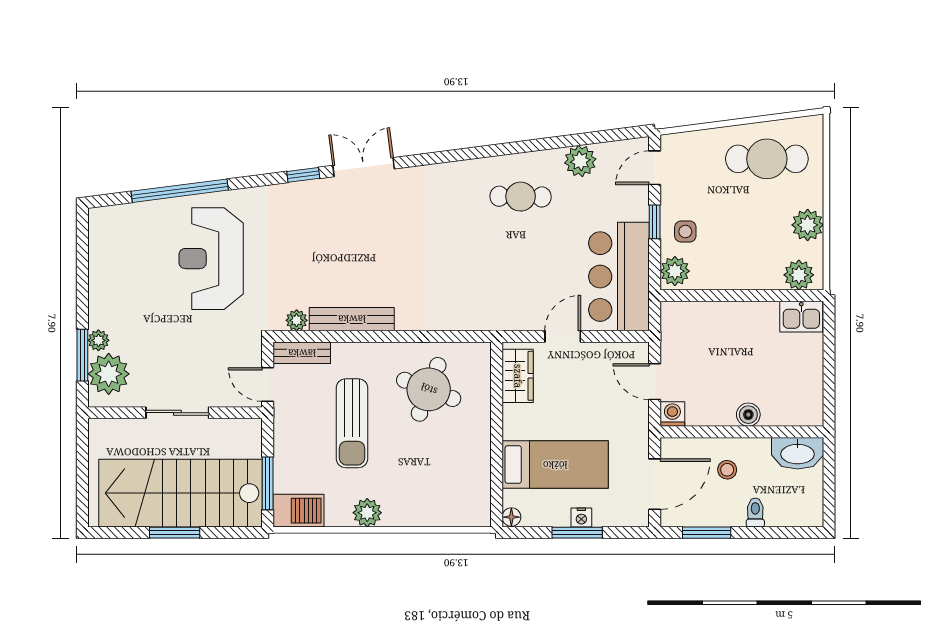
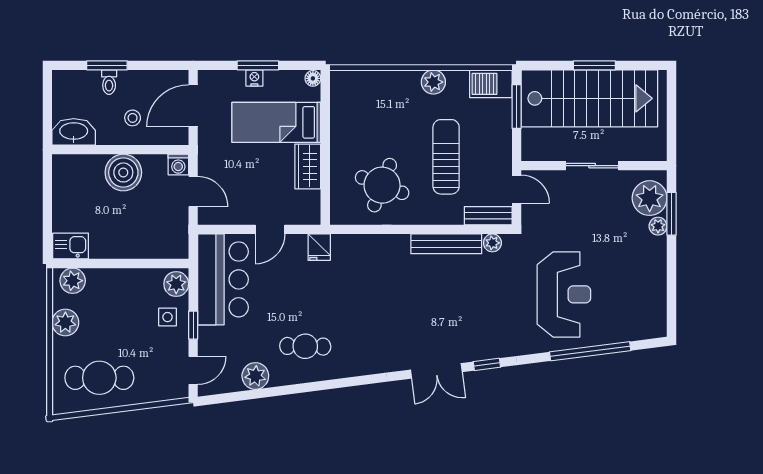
fridge: (504, 315) -> (319, 247), added
wardrobe: (518, 376) -> (308, 166), moved
boiler: (748, 415) -> (123, 172), width x1.86, depth x1.86
window: (707, 533) -> (107, 65), moved

